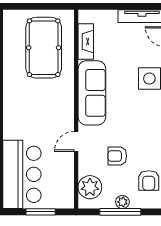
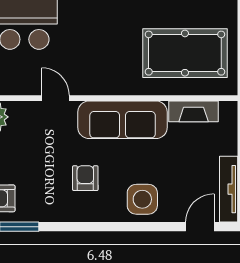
armchair: (117, 156) -> (85, 178), moved

